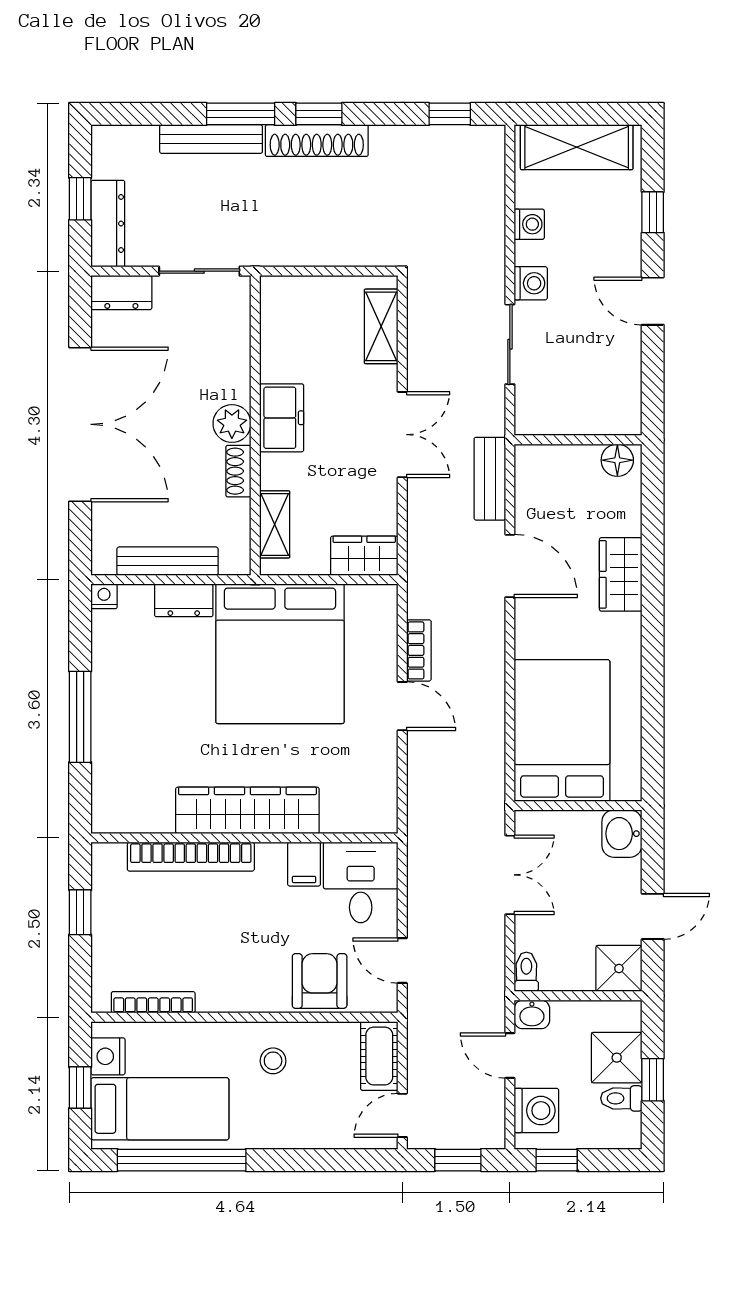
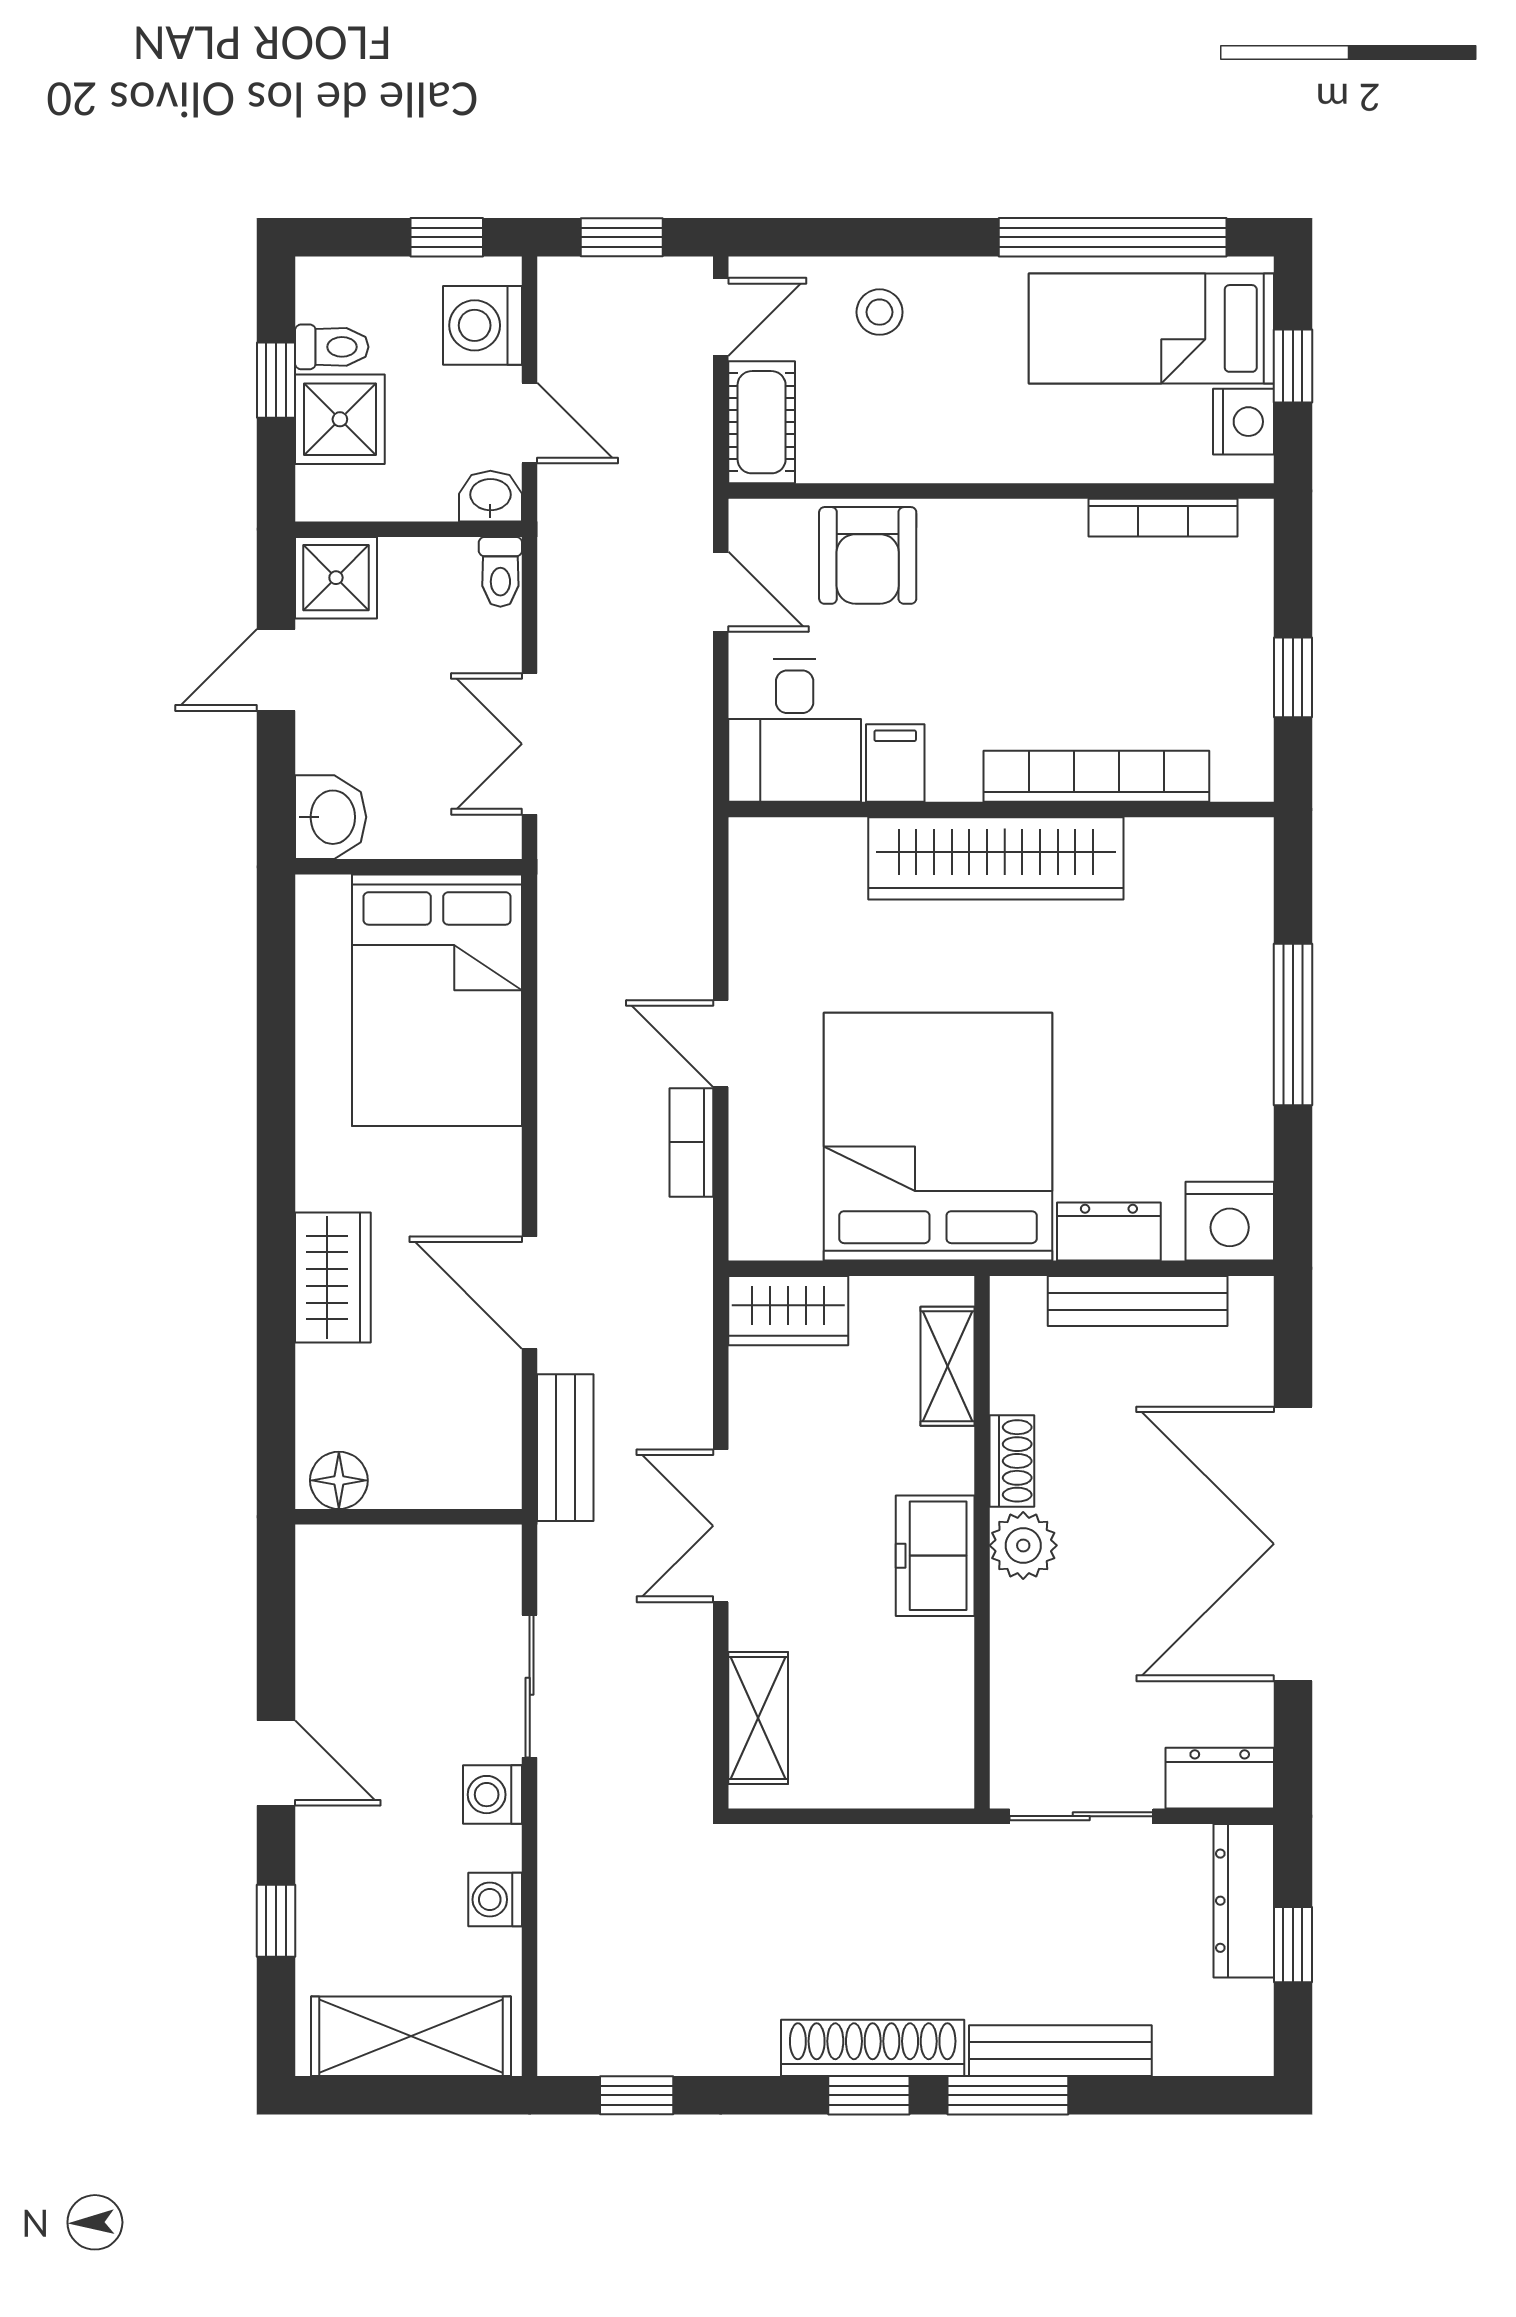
nightstand: (104, 596) -> (1230, 1221), width x1.89, depth x1.79
stool: (273, 1061) -> (880, 312), moved

